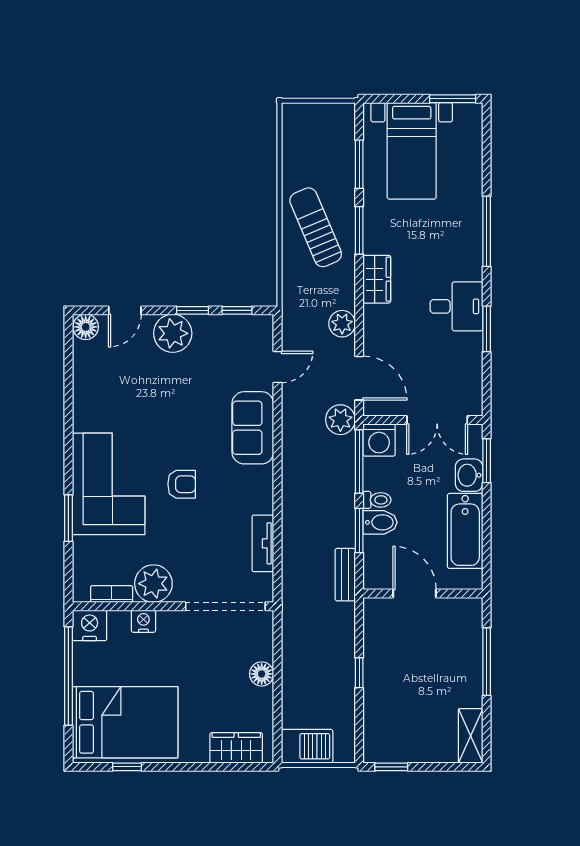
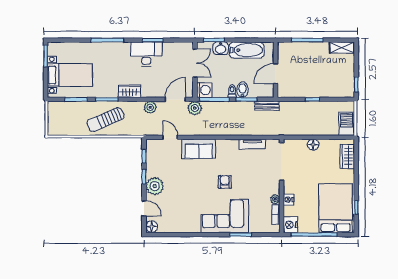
desk: (456, 306) -> (146, 54), width x1.37
plant: (153, 584) -> (275, 199), width x0.53, depth x0.53

